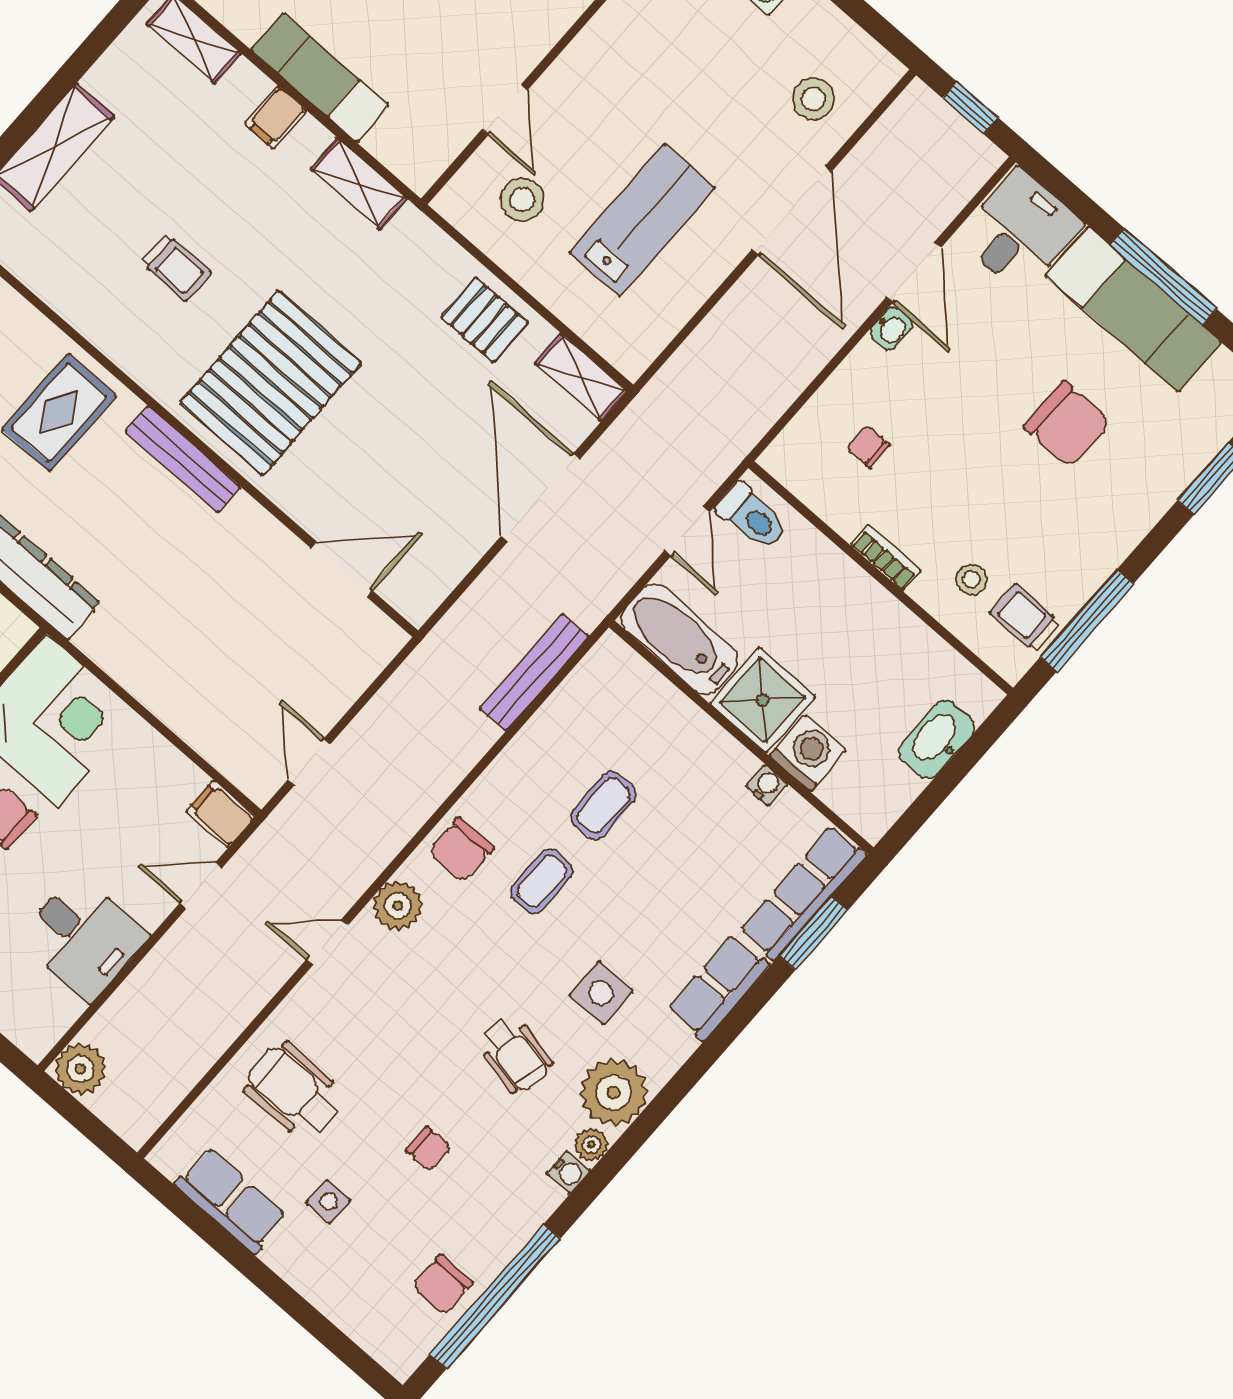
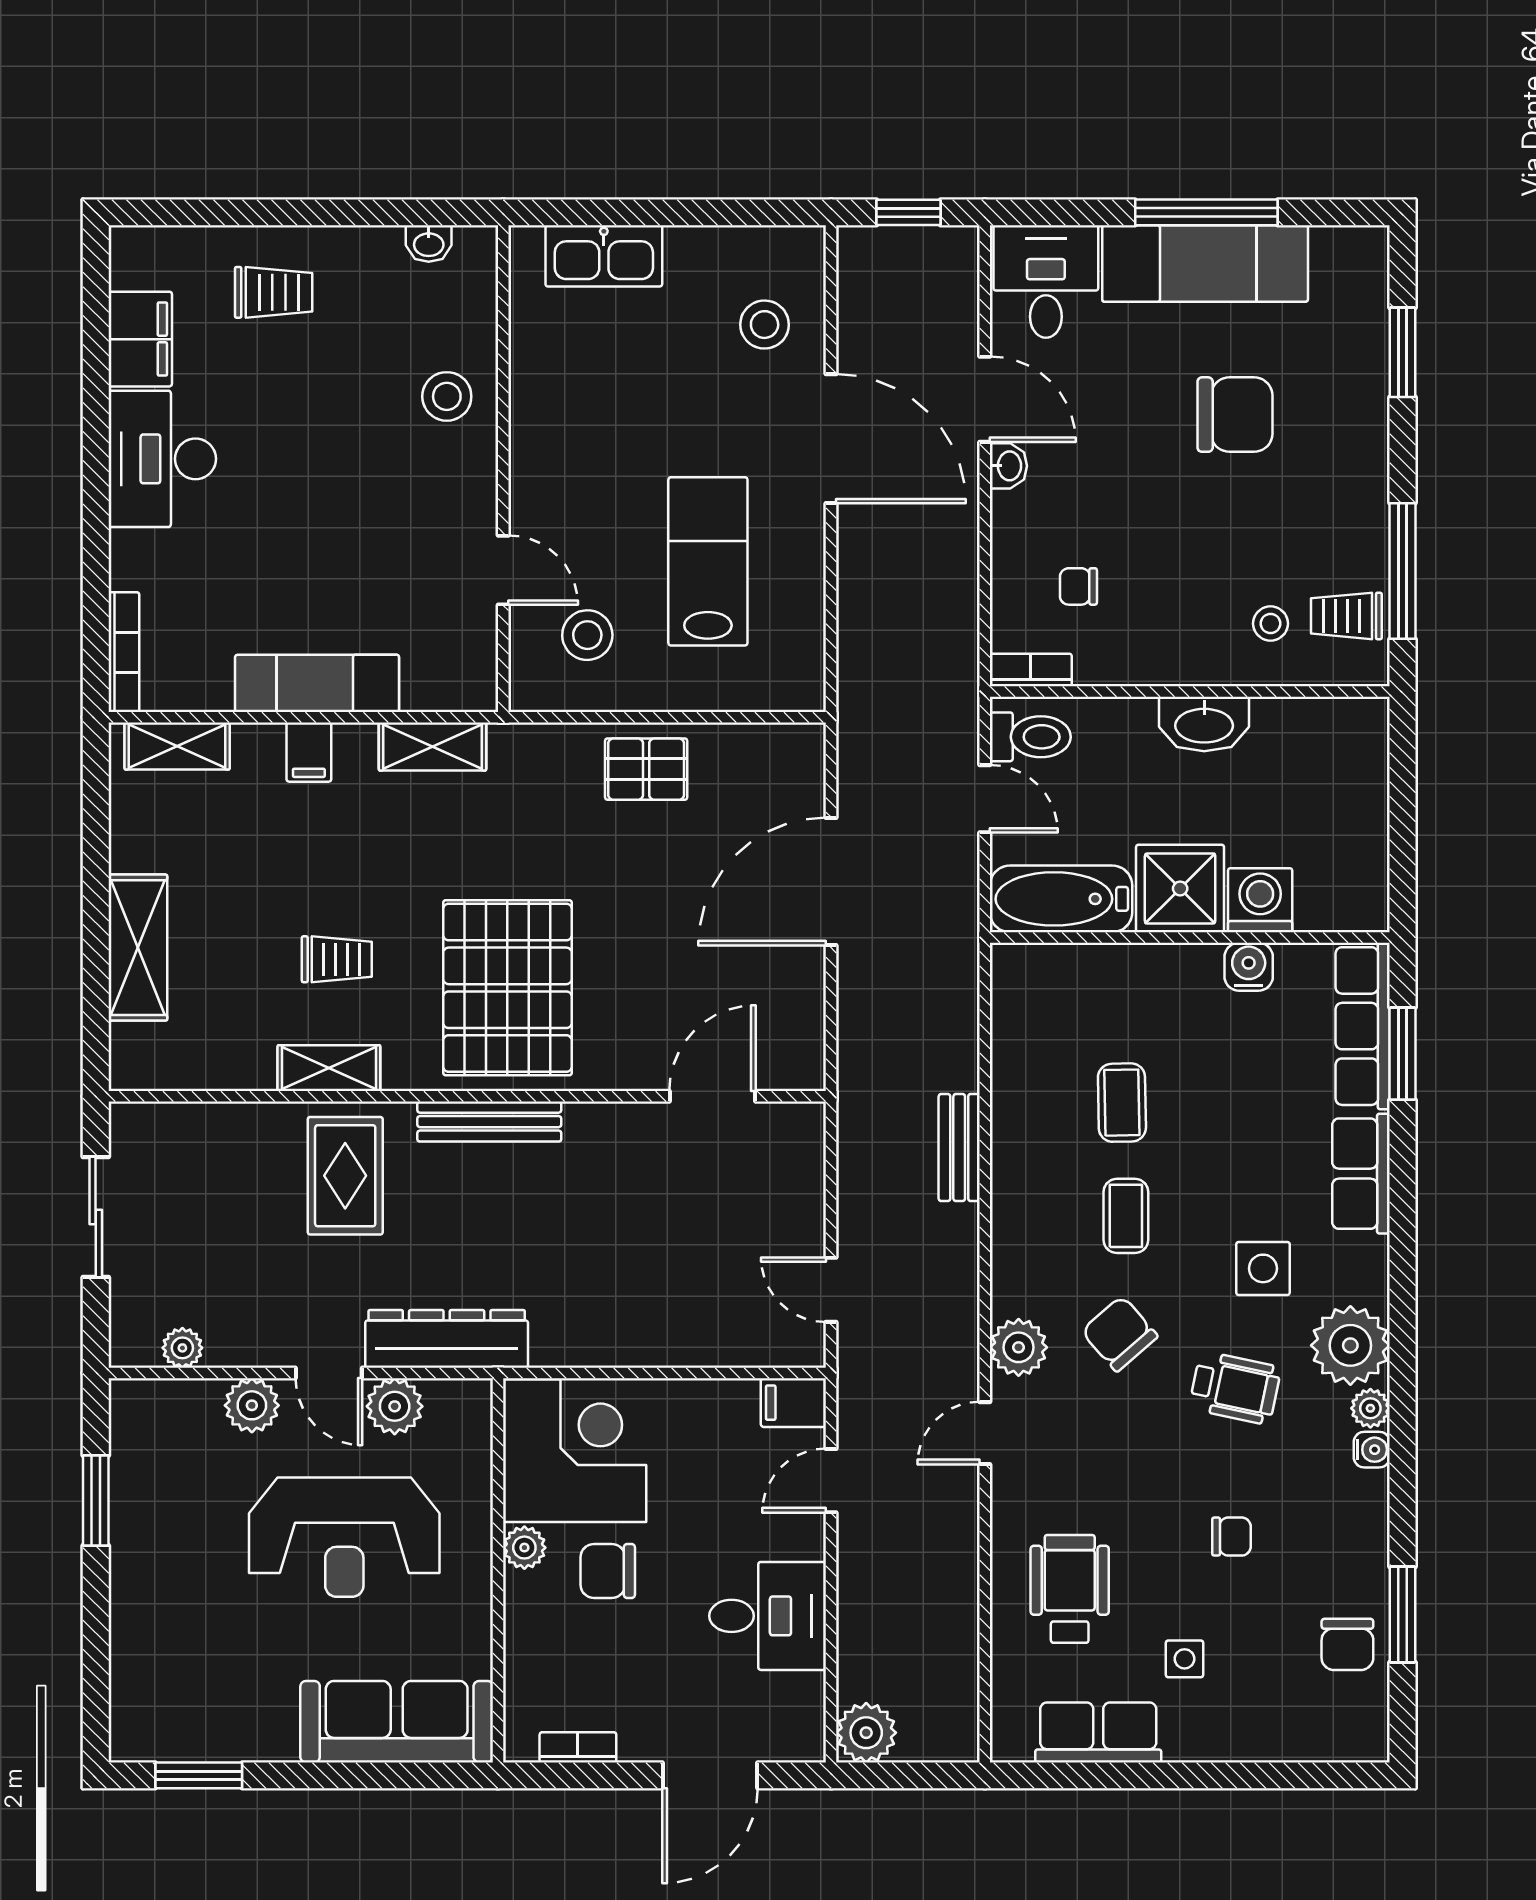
shelving: (581, 377) -> (329, 1068), moved
door: (541, 498) -> (831, 882), hinge flipped
bookcase: (886, 558) -> (1031, 670), moved
bench: (534, 672) -> (959, 1148), moved, width x0.73
washbasin: (937, 739) -> (1204, 724), moved, turned -90
water cooler: (767, 785) -> (1249, 967), width x1.38, depth x1.38
chair: (461, 850) -> (1119, 1334), moved, turned 139
wheelchair: (294, 1091) -> (1070, 1589), turned 90
window: (495, 1296) -> (1403, 1615), width x0.47

